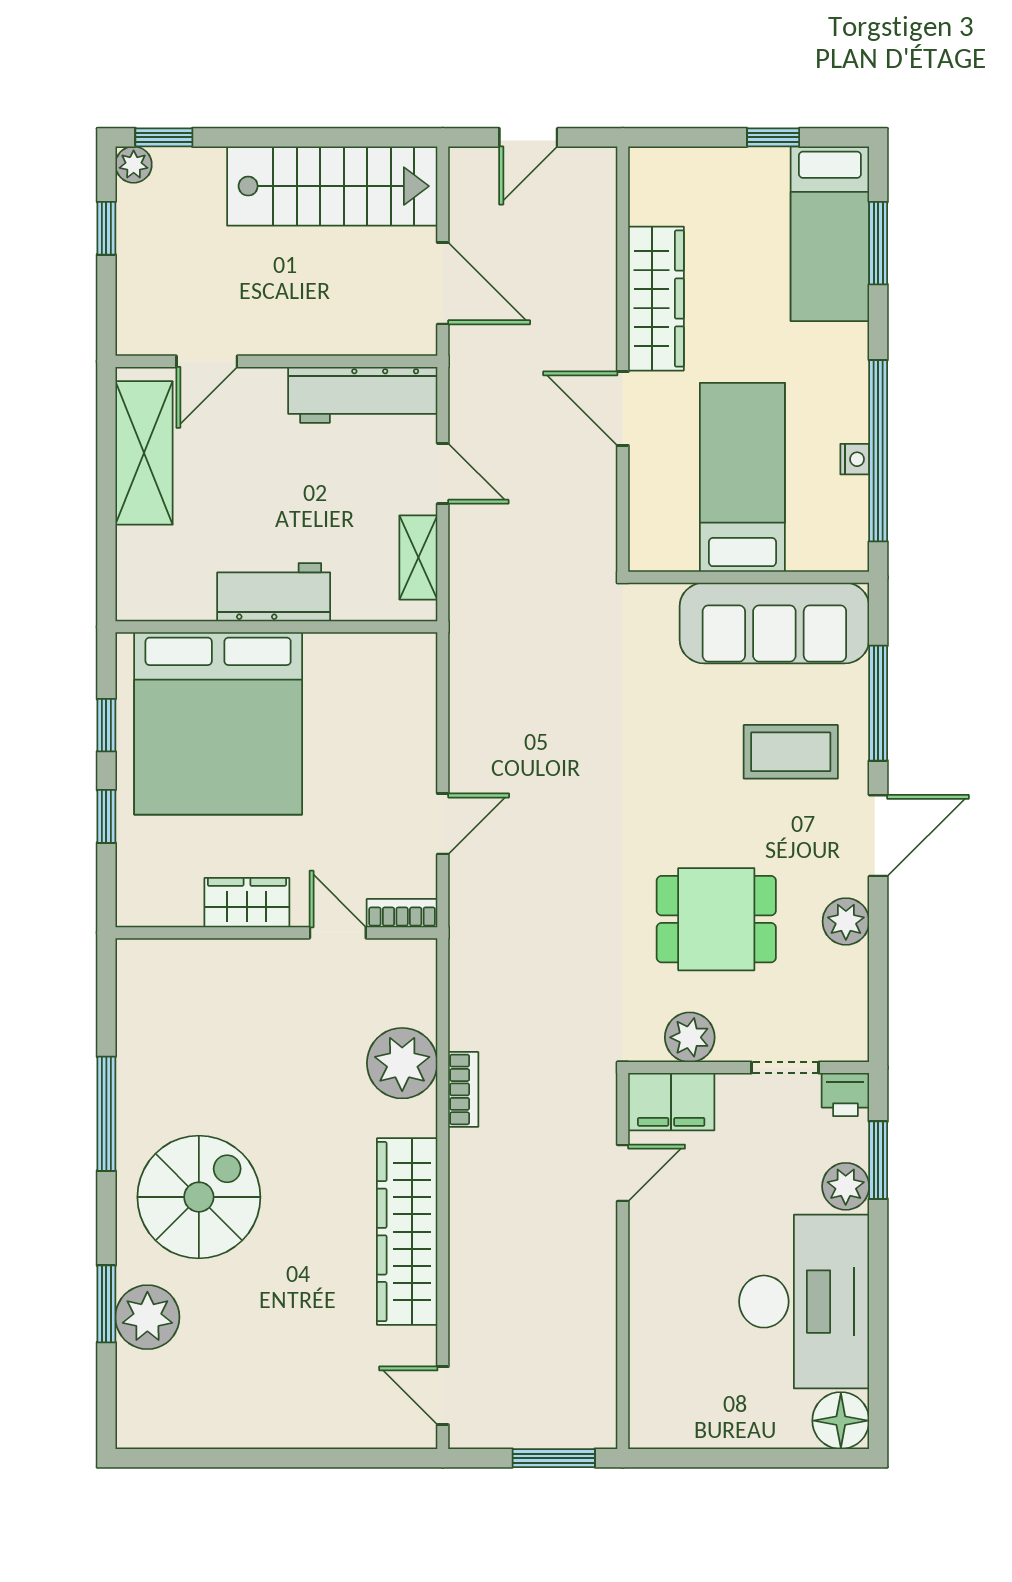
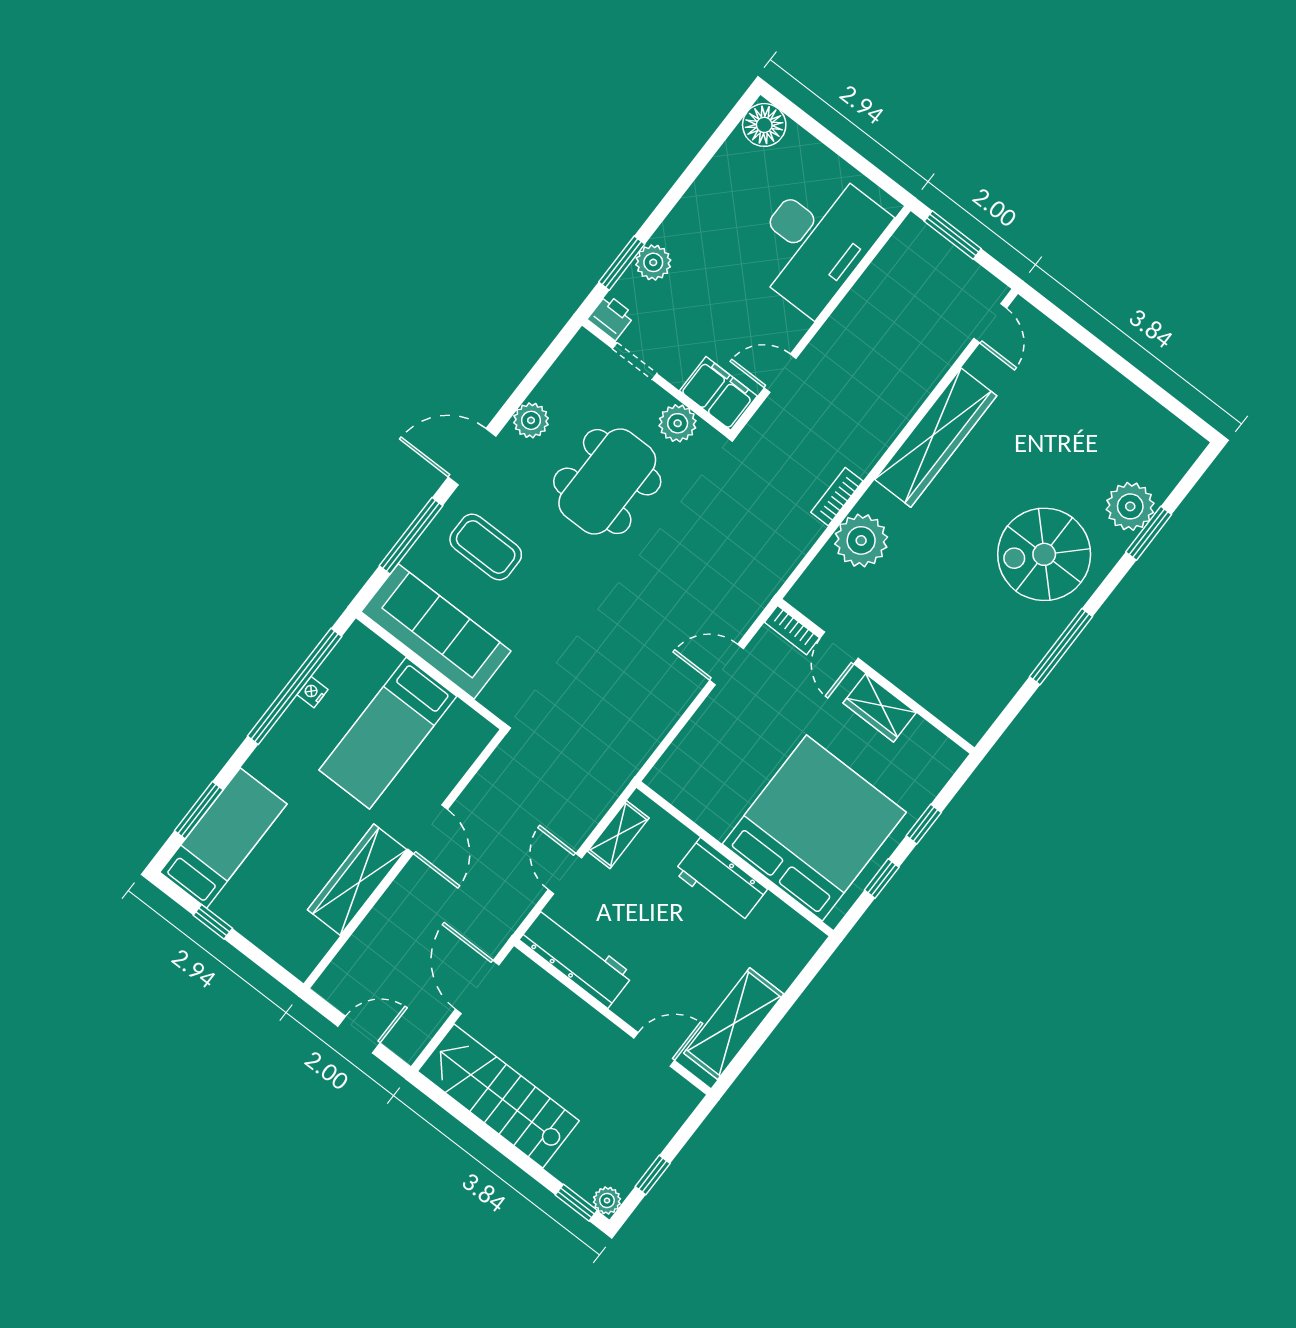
dining table: (716, 919) -> (607, 482), width x1.38
desk: (804, 1302) -> (816, 240), moved, turned 180

